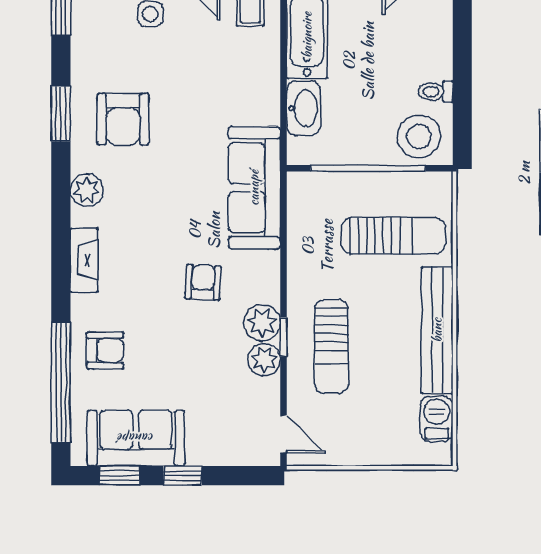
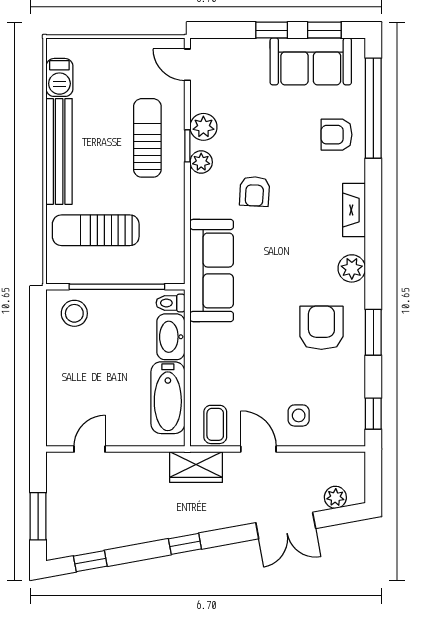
toilet: (436, 92) -> (170, 303), moved, turned 180
stool: (419, 136) -> (74, 313), width x0.73, depth x0.73
plant: (262, 323) -> (201, 162), width x0.73, depth x0.73

